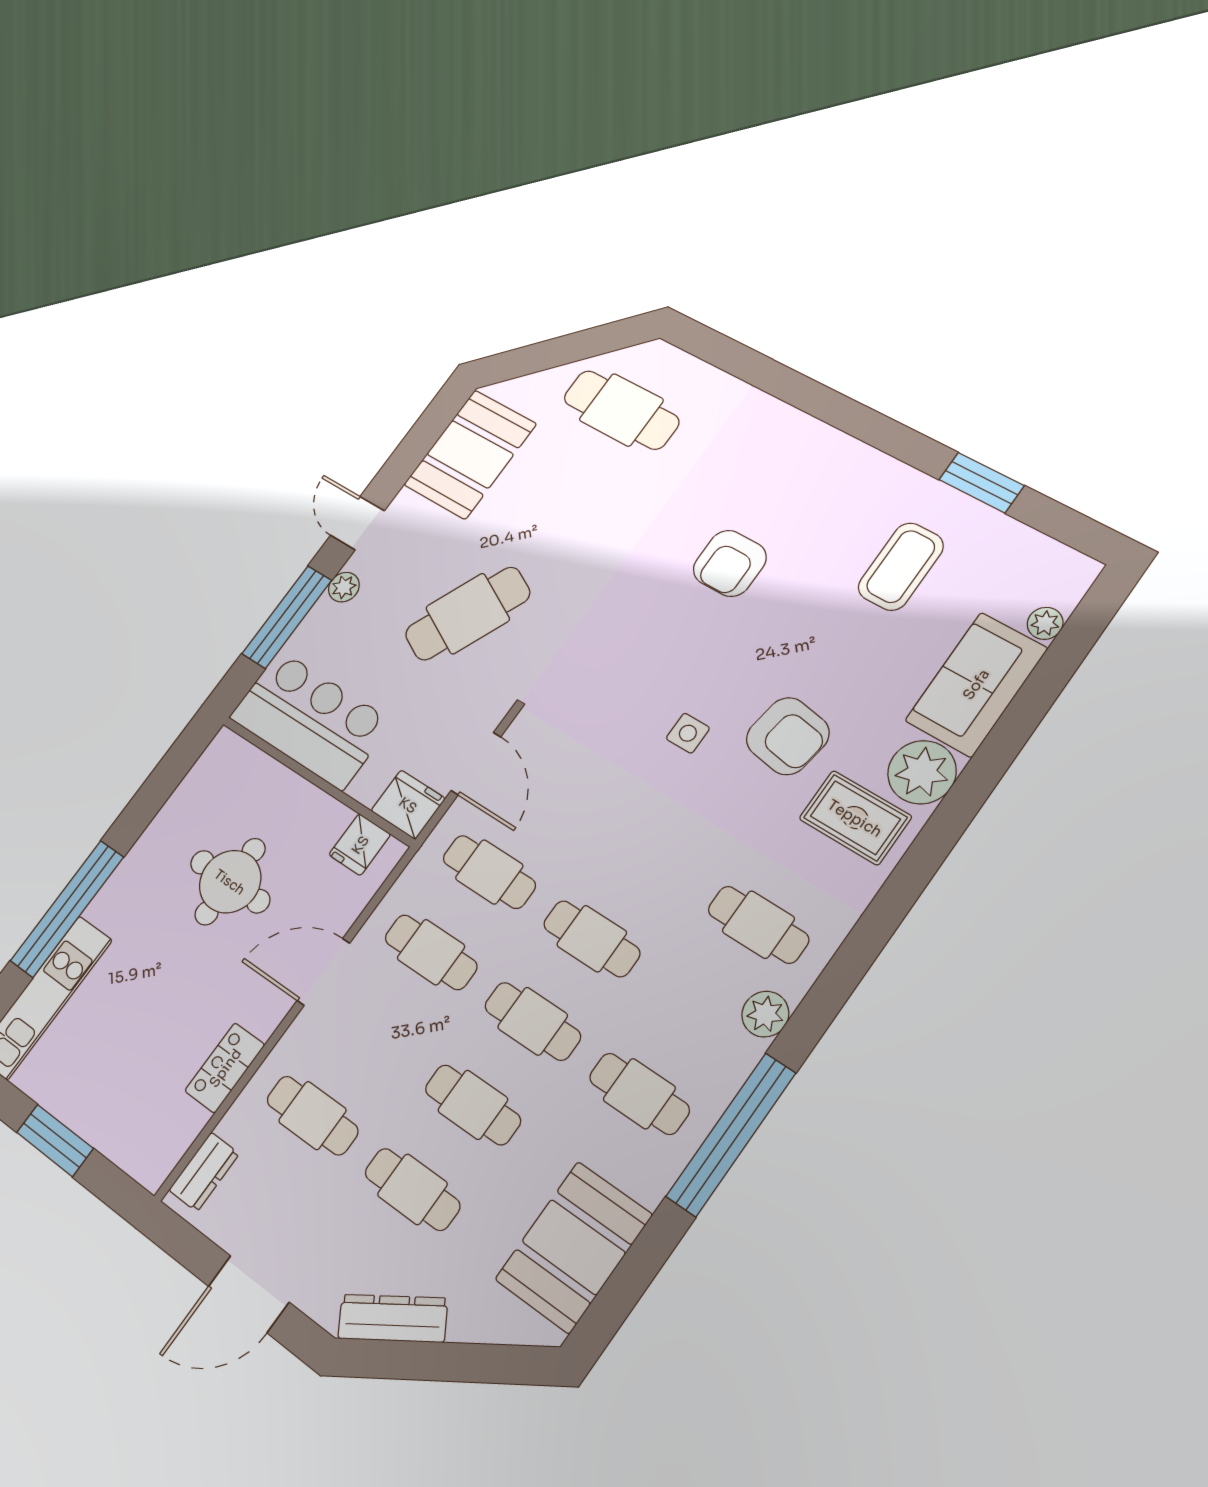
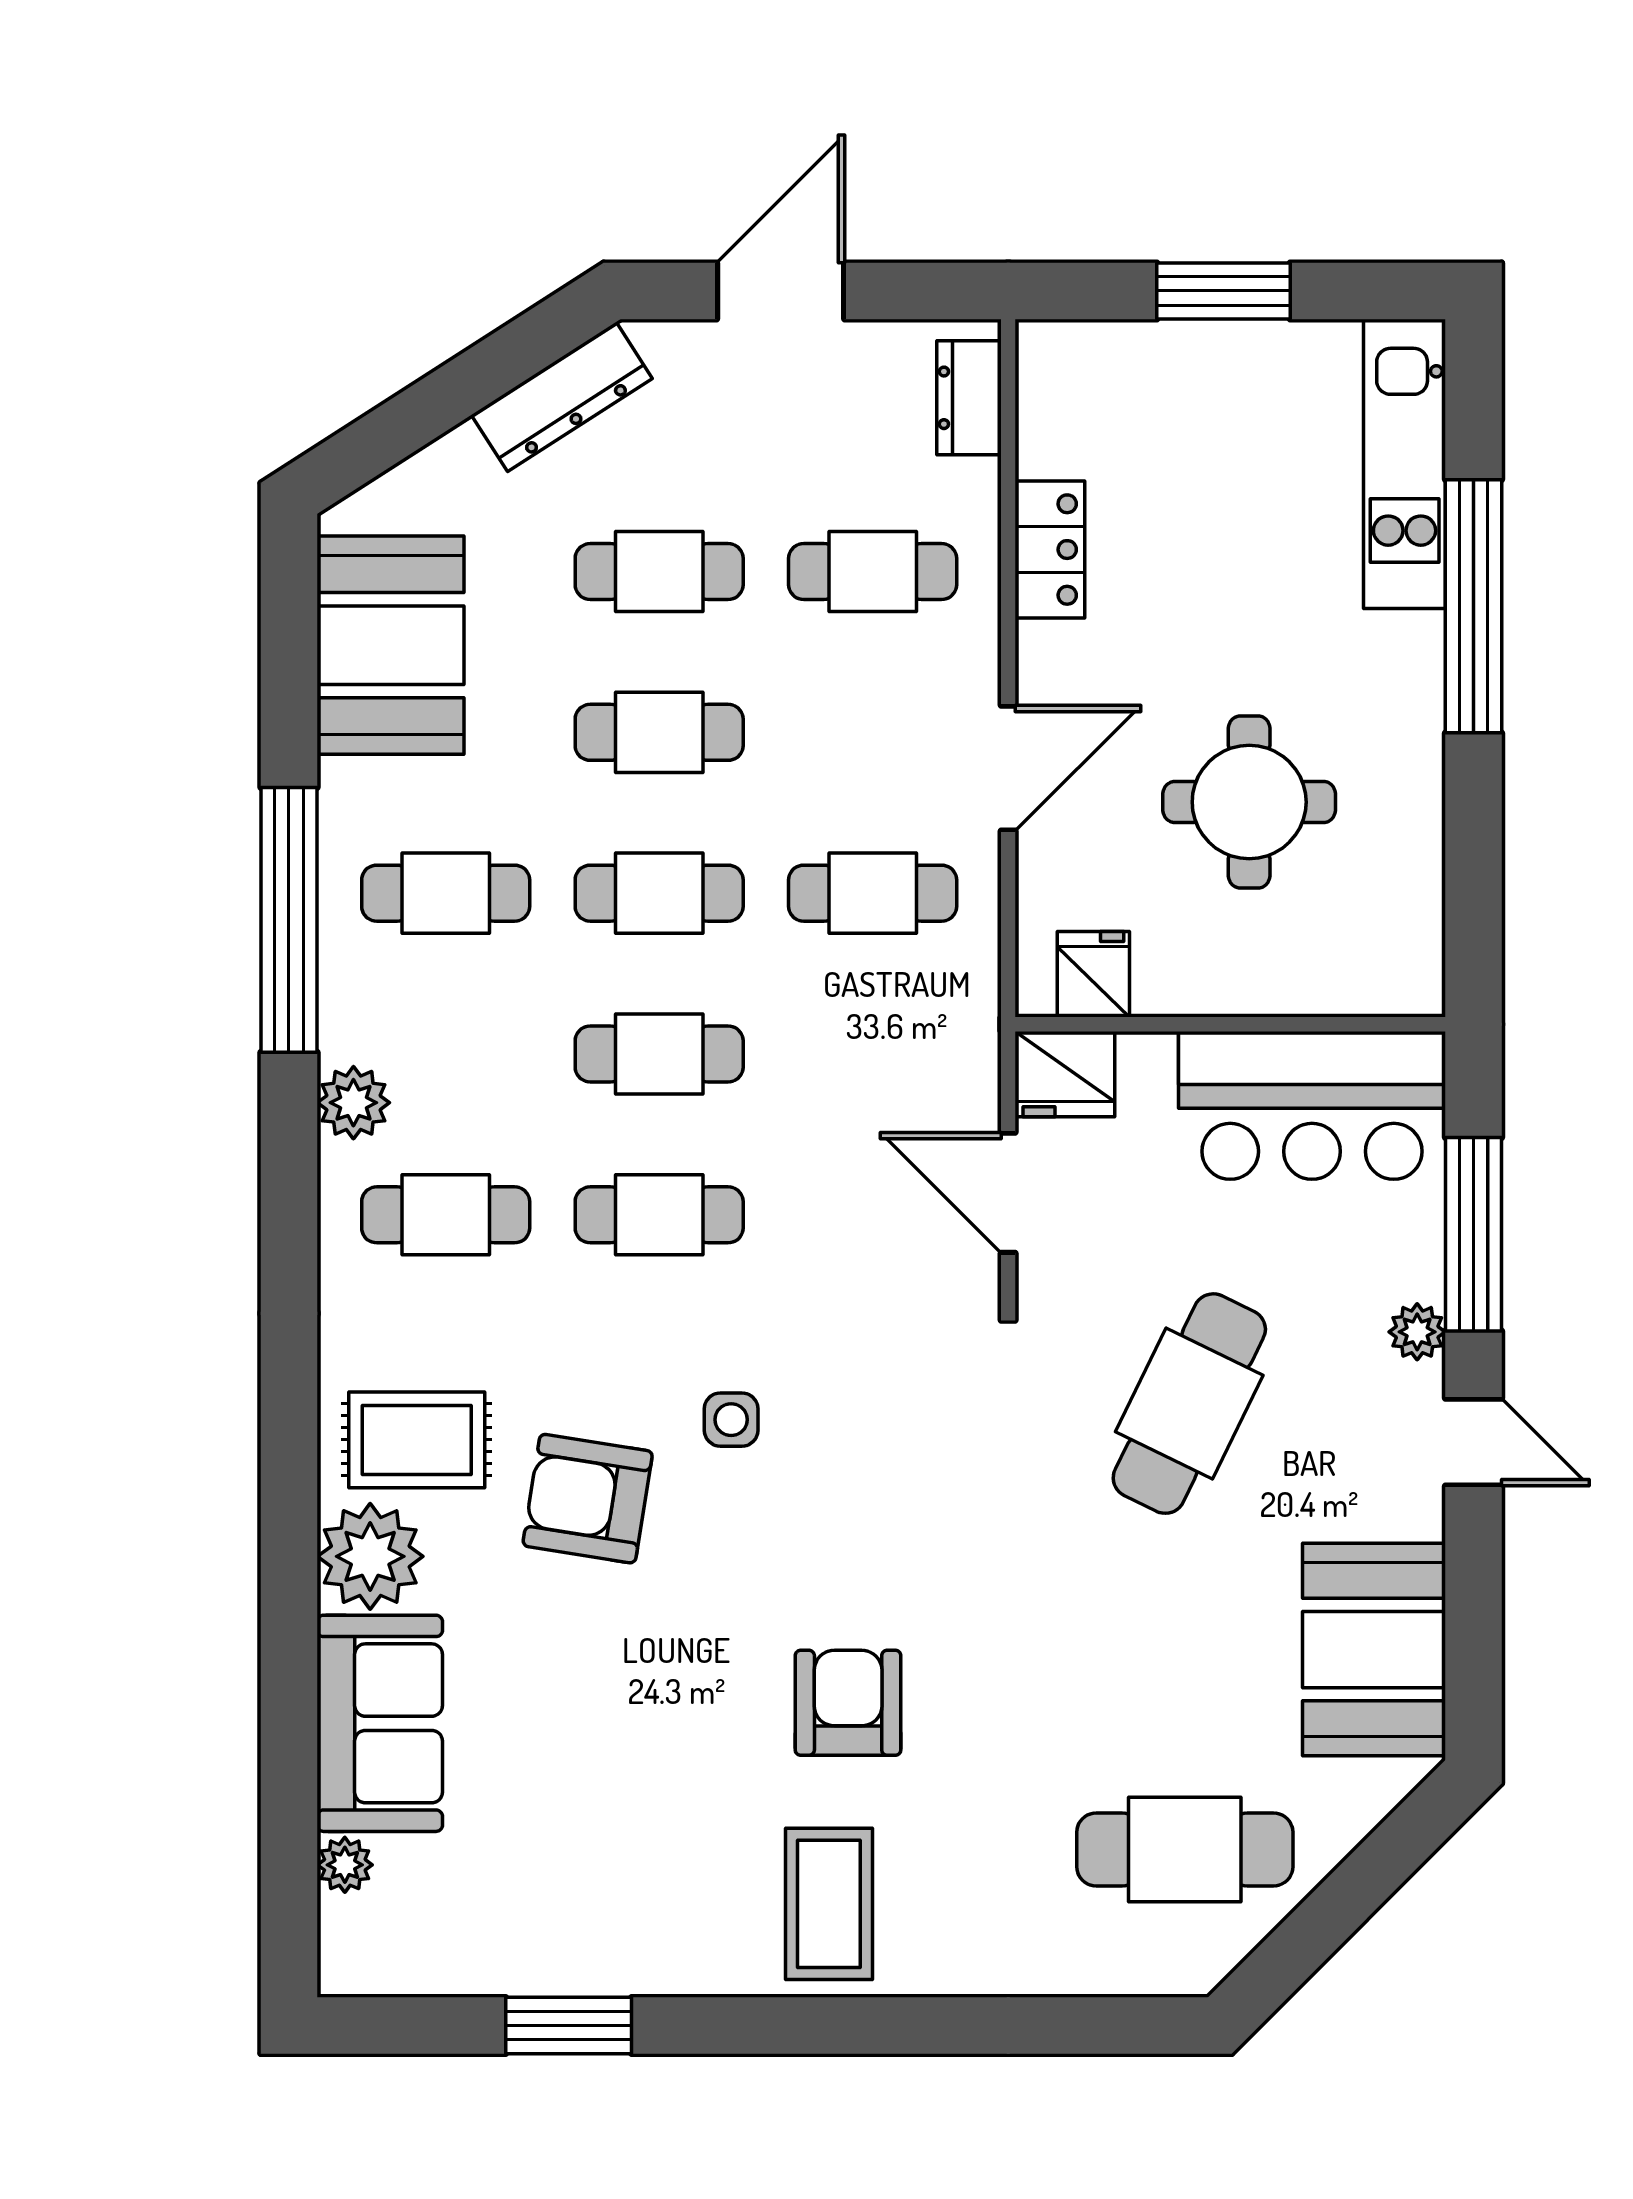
coffee table: (901, 567) -> (829, 1904), moved
cafe table: (489, 872) -> (659, 1215), moved

